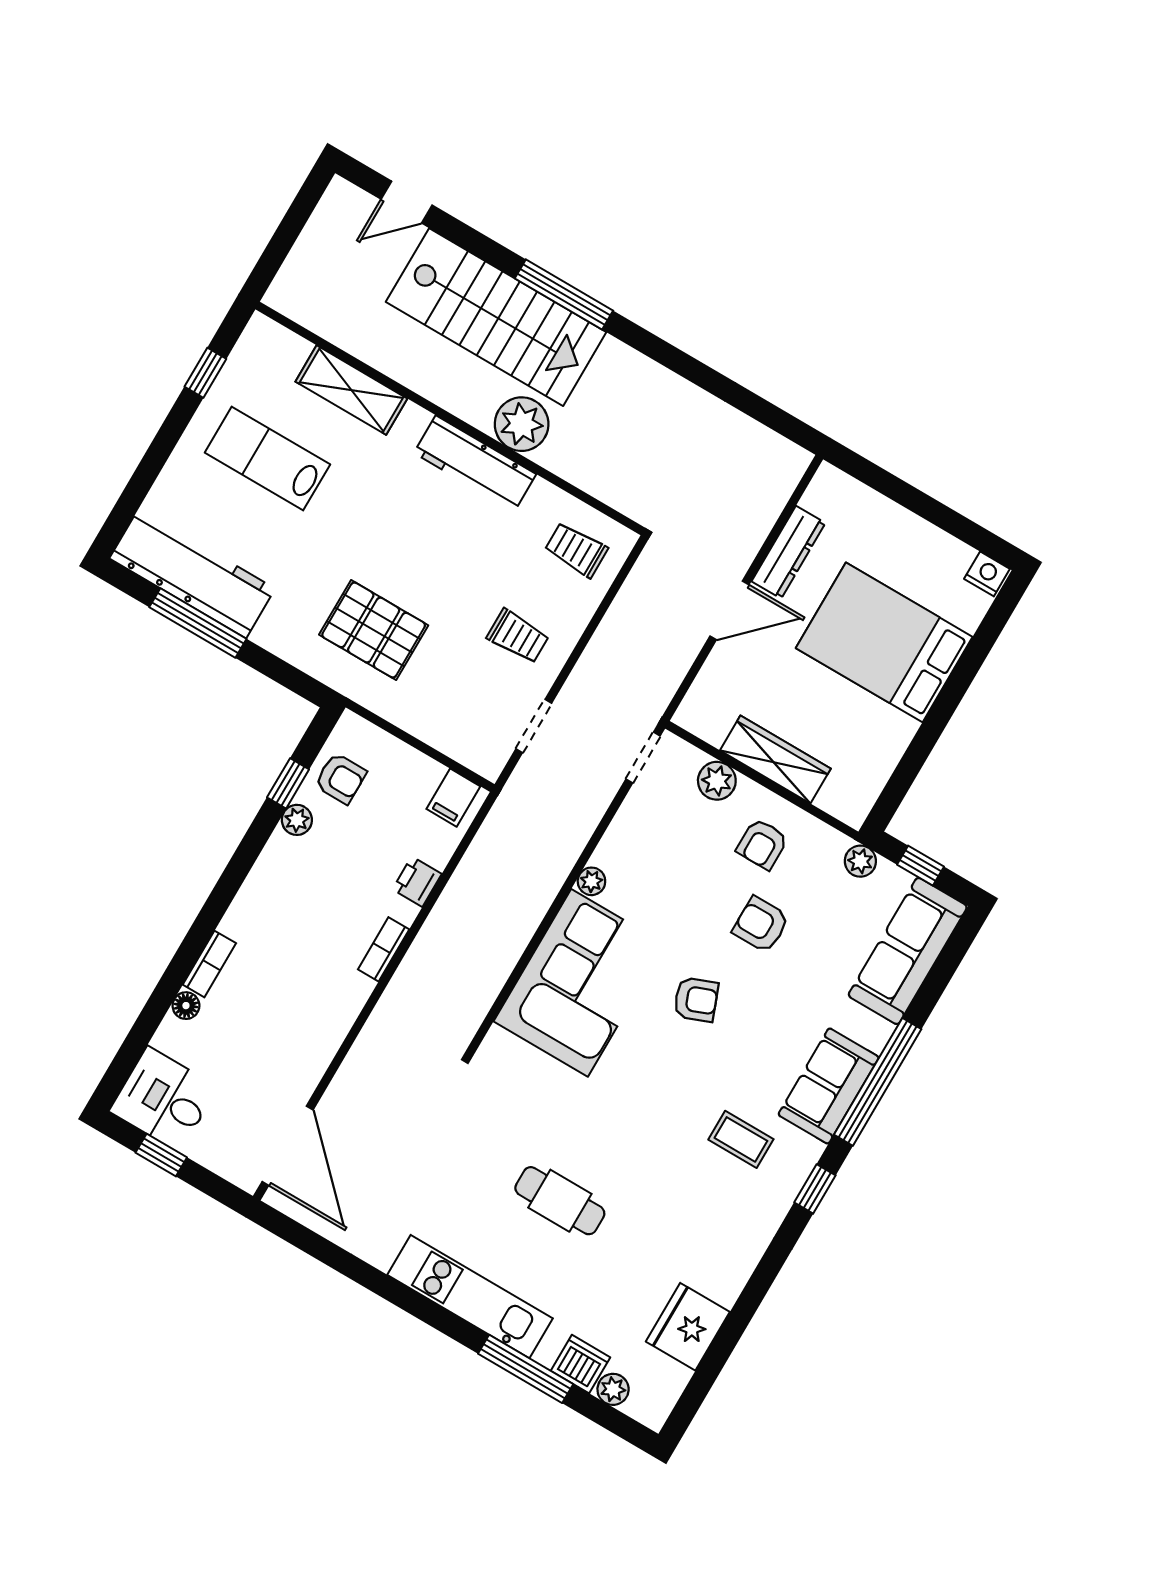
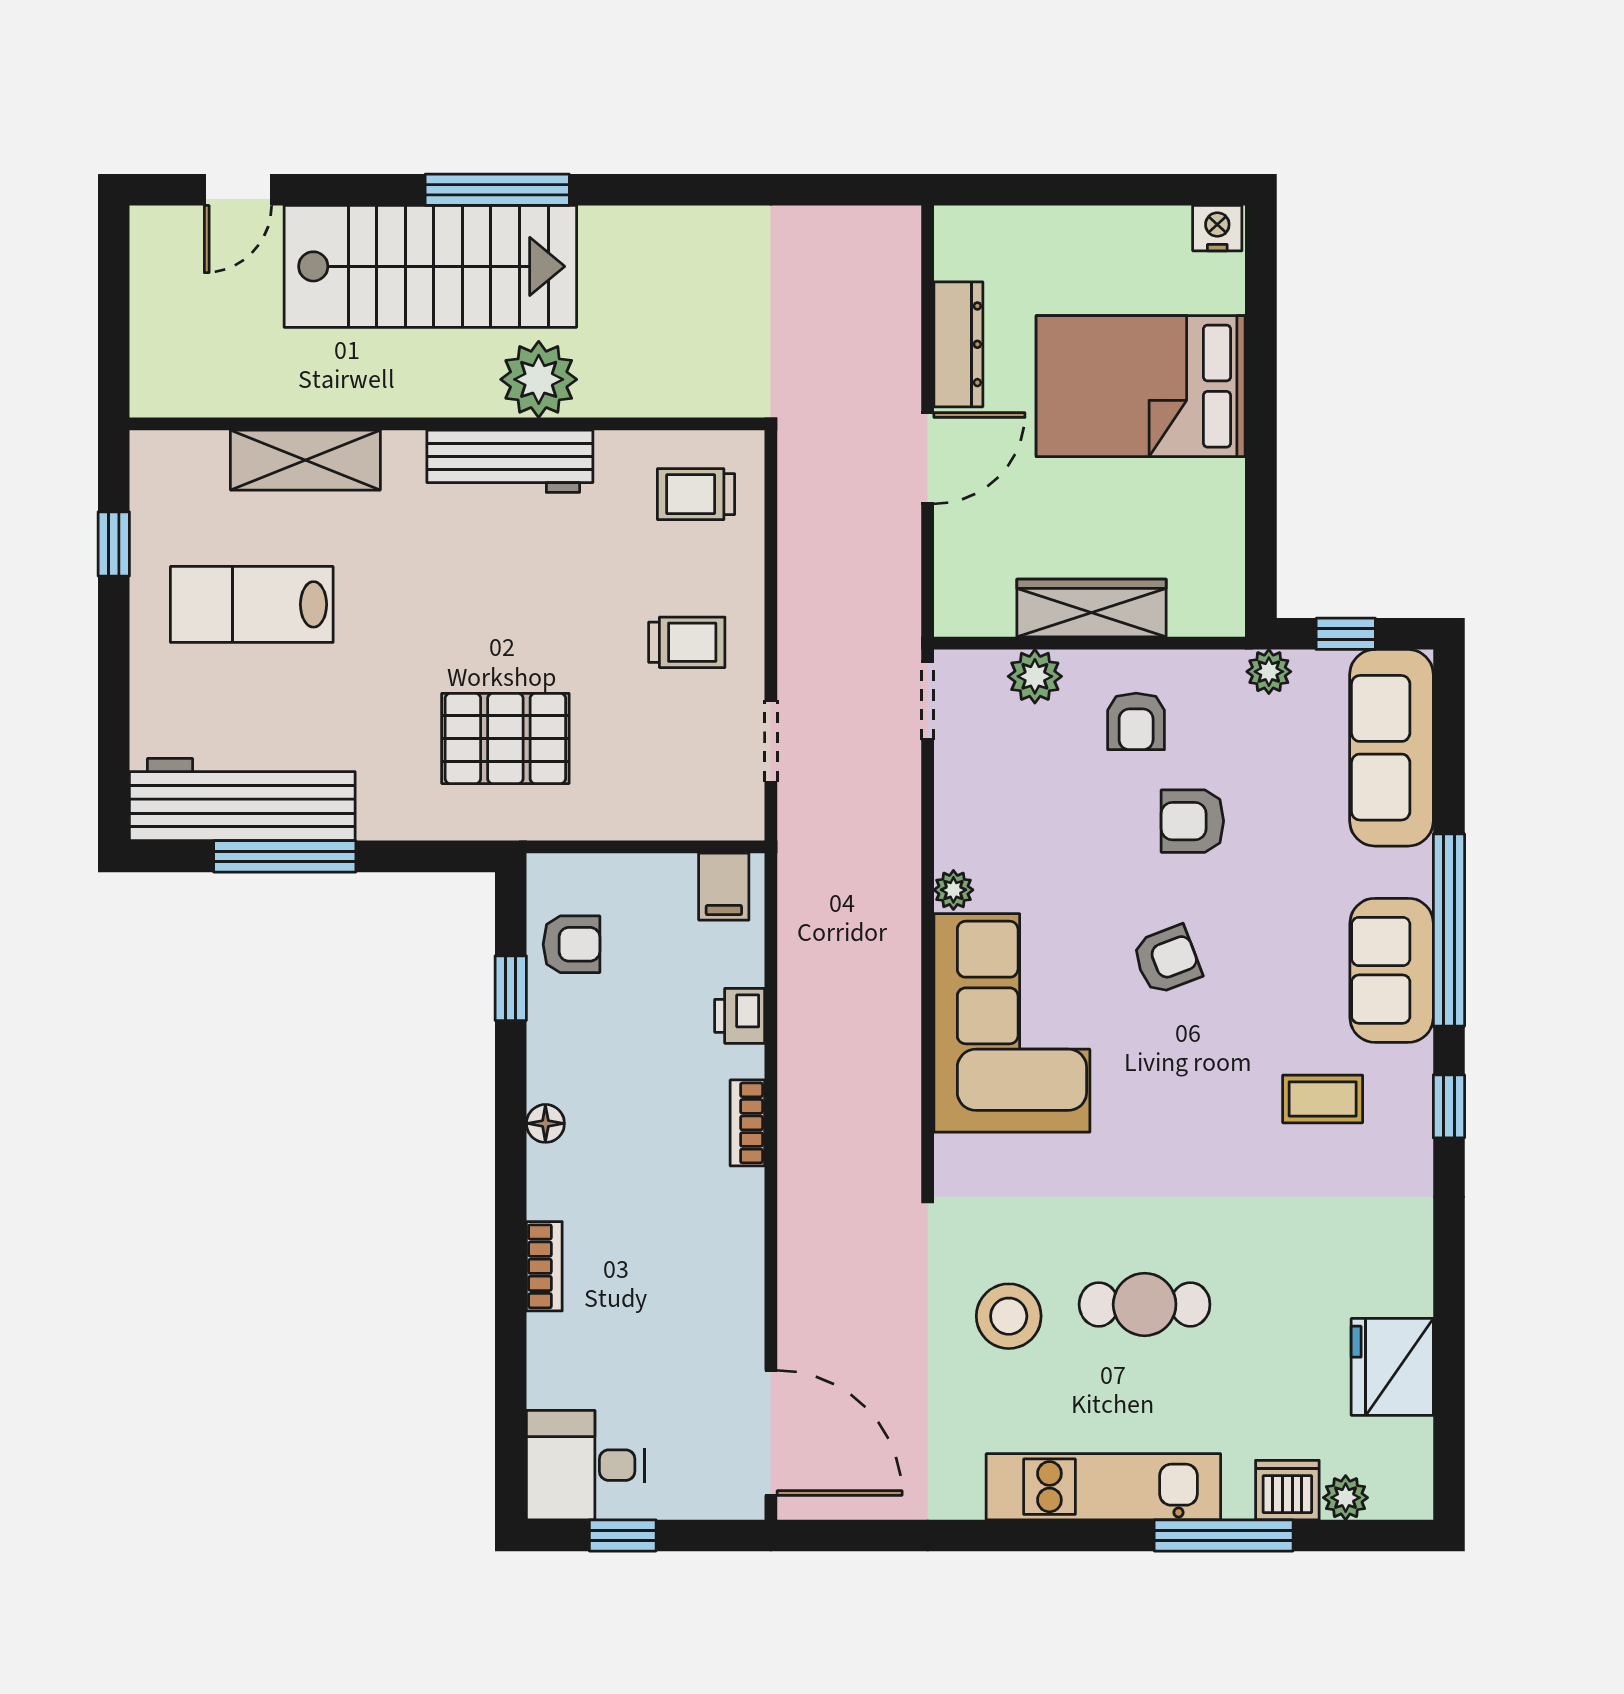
plant: (297, 820) -> (548, 1027), removed
floor lamp: (186, 1006) -> (545, 1123), moved
stool: (473, 1159) -> (1009, 1316), added

